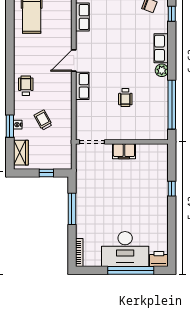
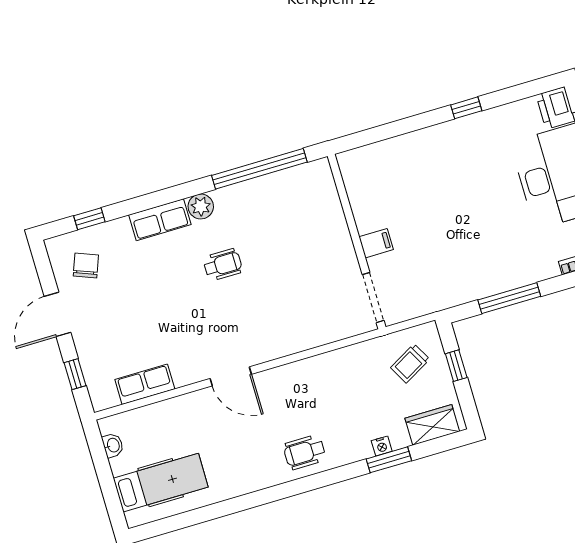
row of seats: (82, 86) -> (274, 347), removed
wheelchair: (125, 98) -> (223, 265), moved
trolley: (43, 120) -> (410, 363), moved
filing cabinet: (124, 151) -> (376, 243), width x0.50
window: (172, 189) -> (466, 108), moved

